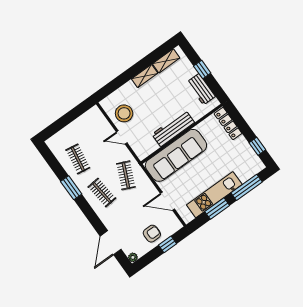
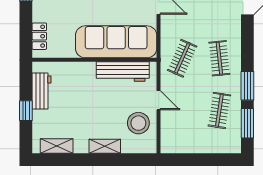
shelving: (145, 76) -> (105, 146), moved
locker: (228, 124) -> (39, 36), width x0.66
workbench: (173, 128) -> (123, 72), moved
window: (54, 164) -> (247, 123), added

